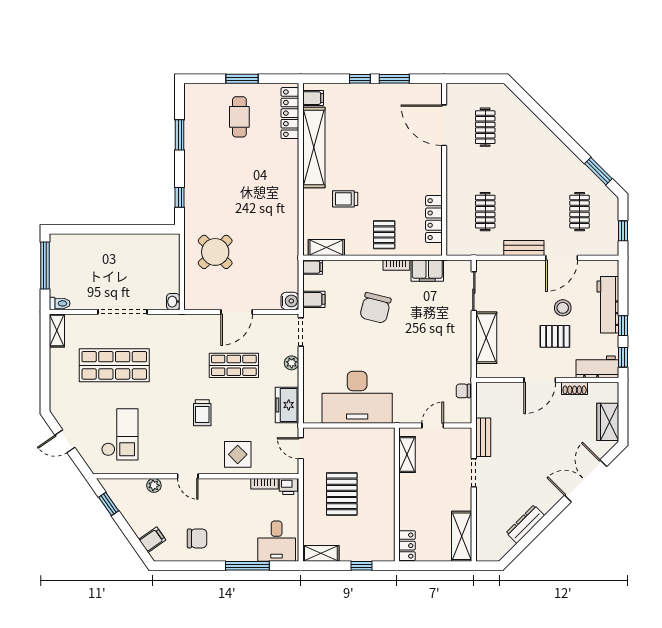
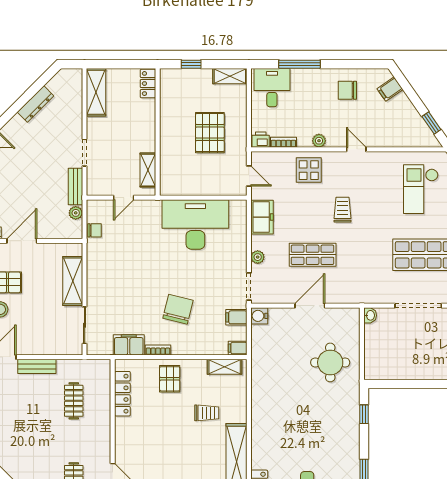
round table: (215, 252) -> (330, 362), turned 45
plant: (483, 409) -> (76, 213), added
plant: (154, 485) -> (319, 141), moved

